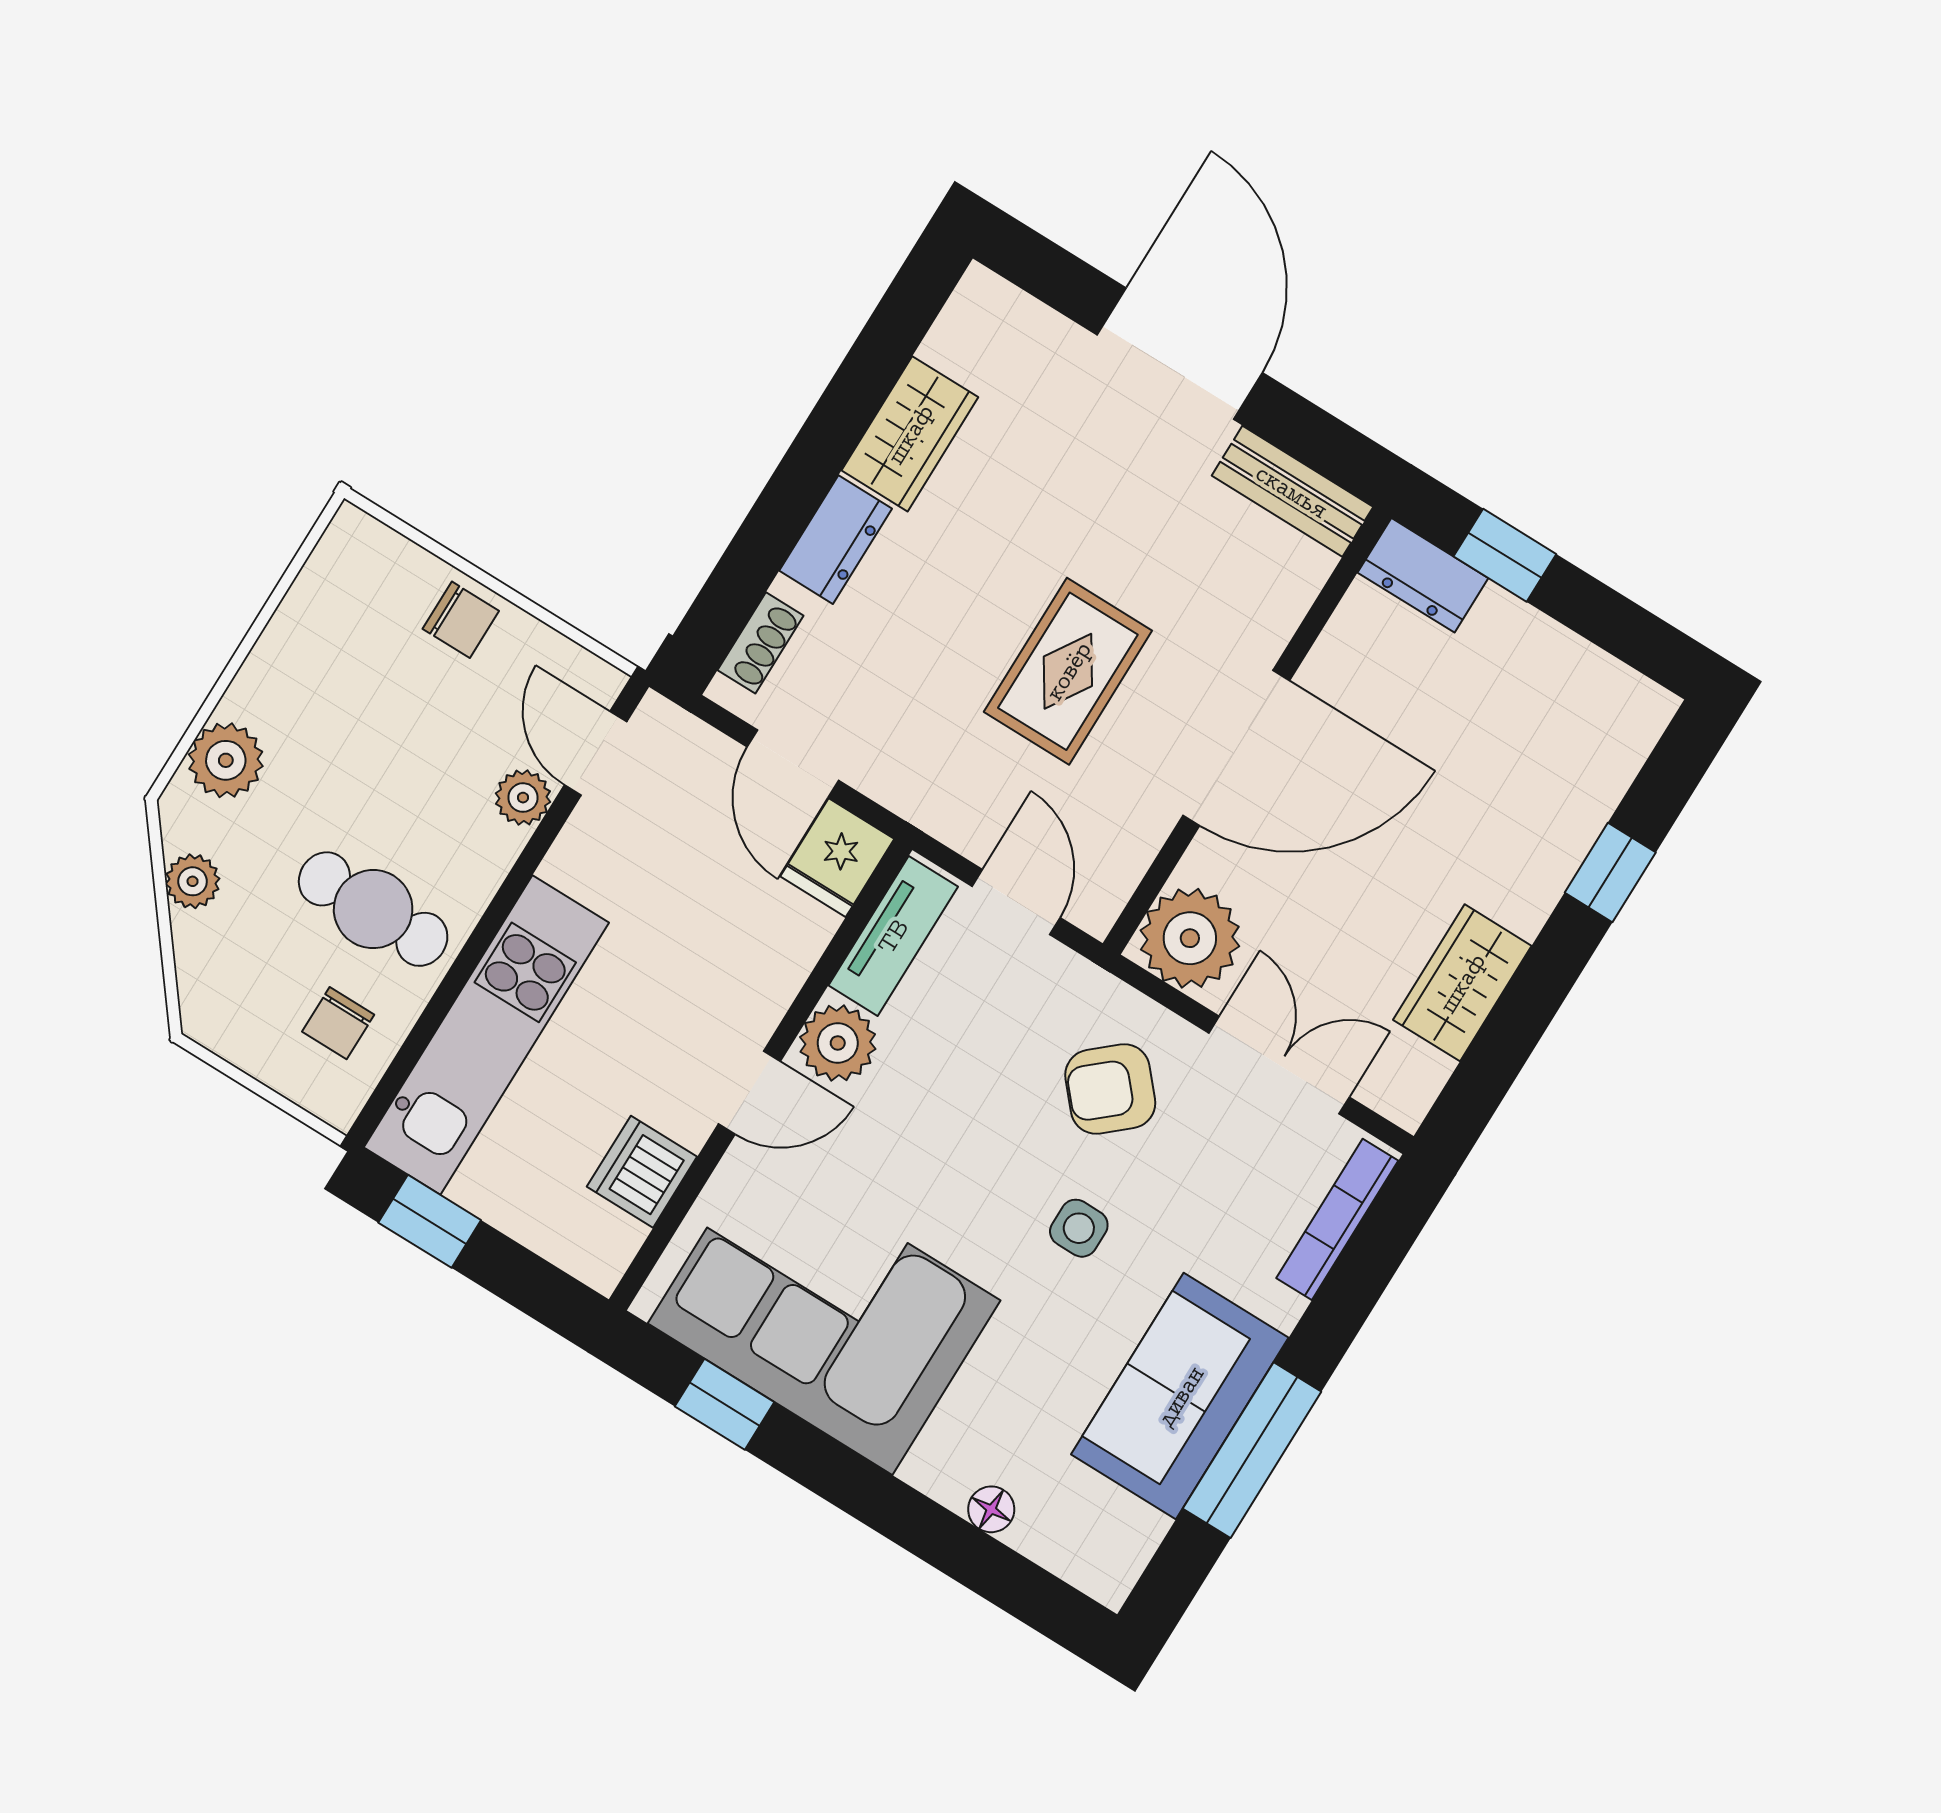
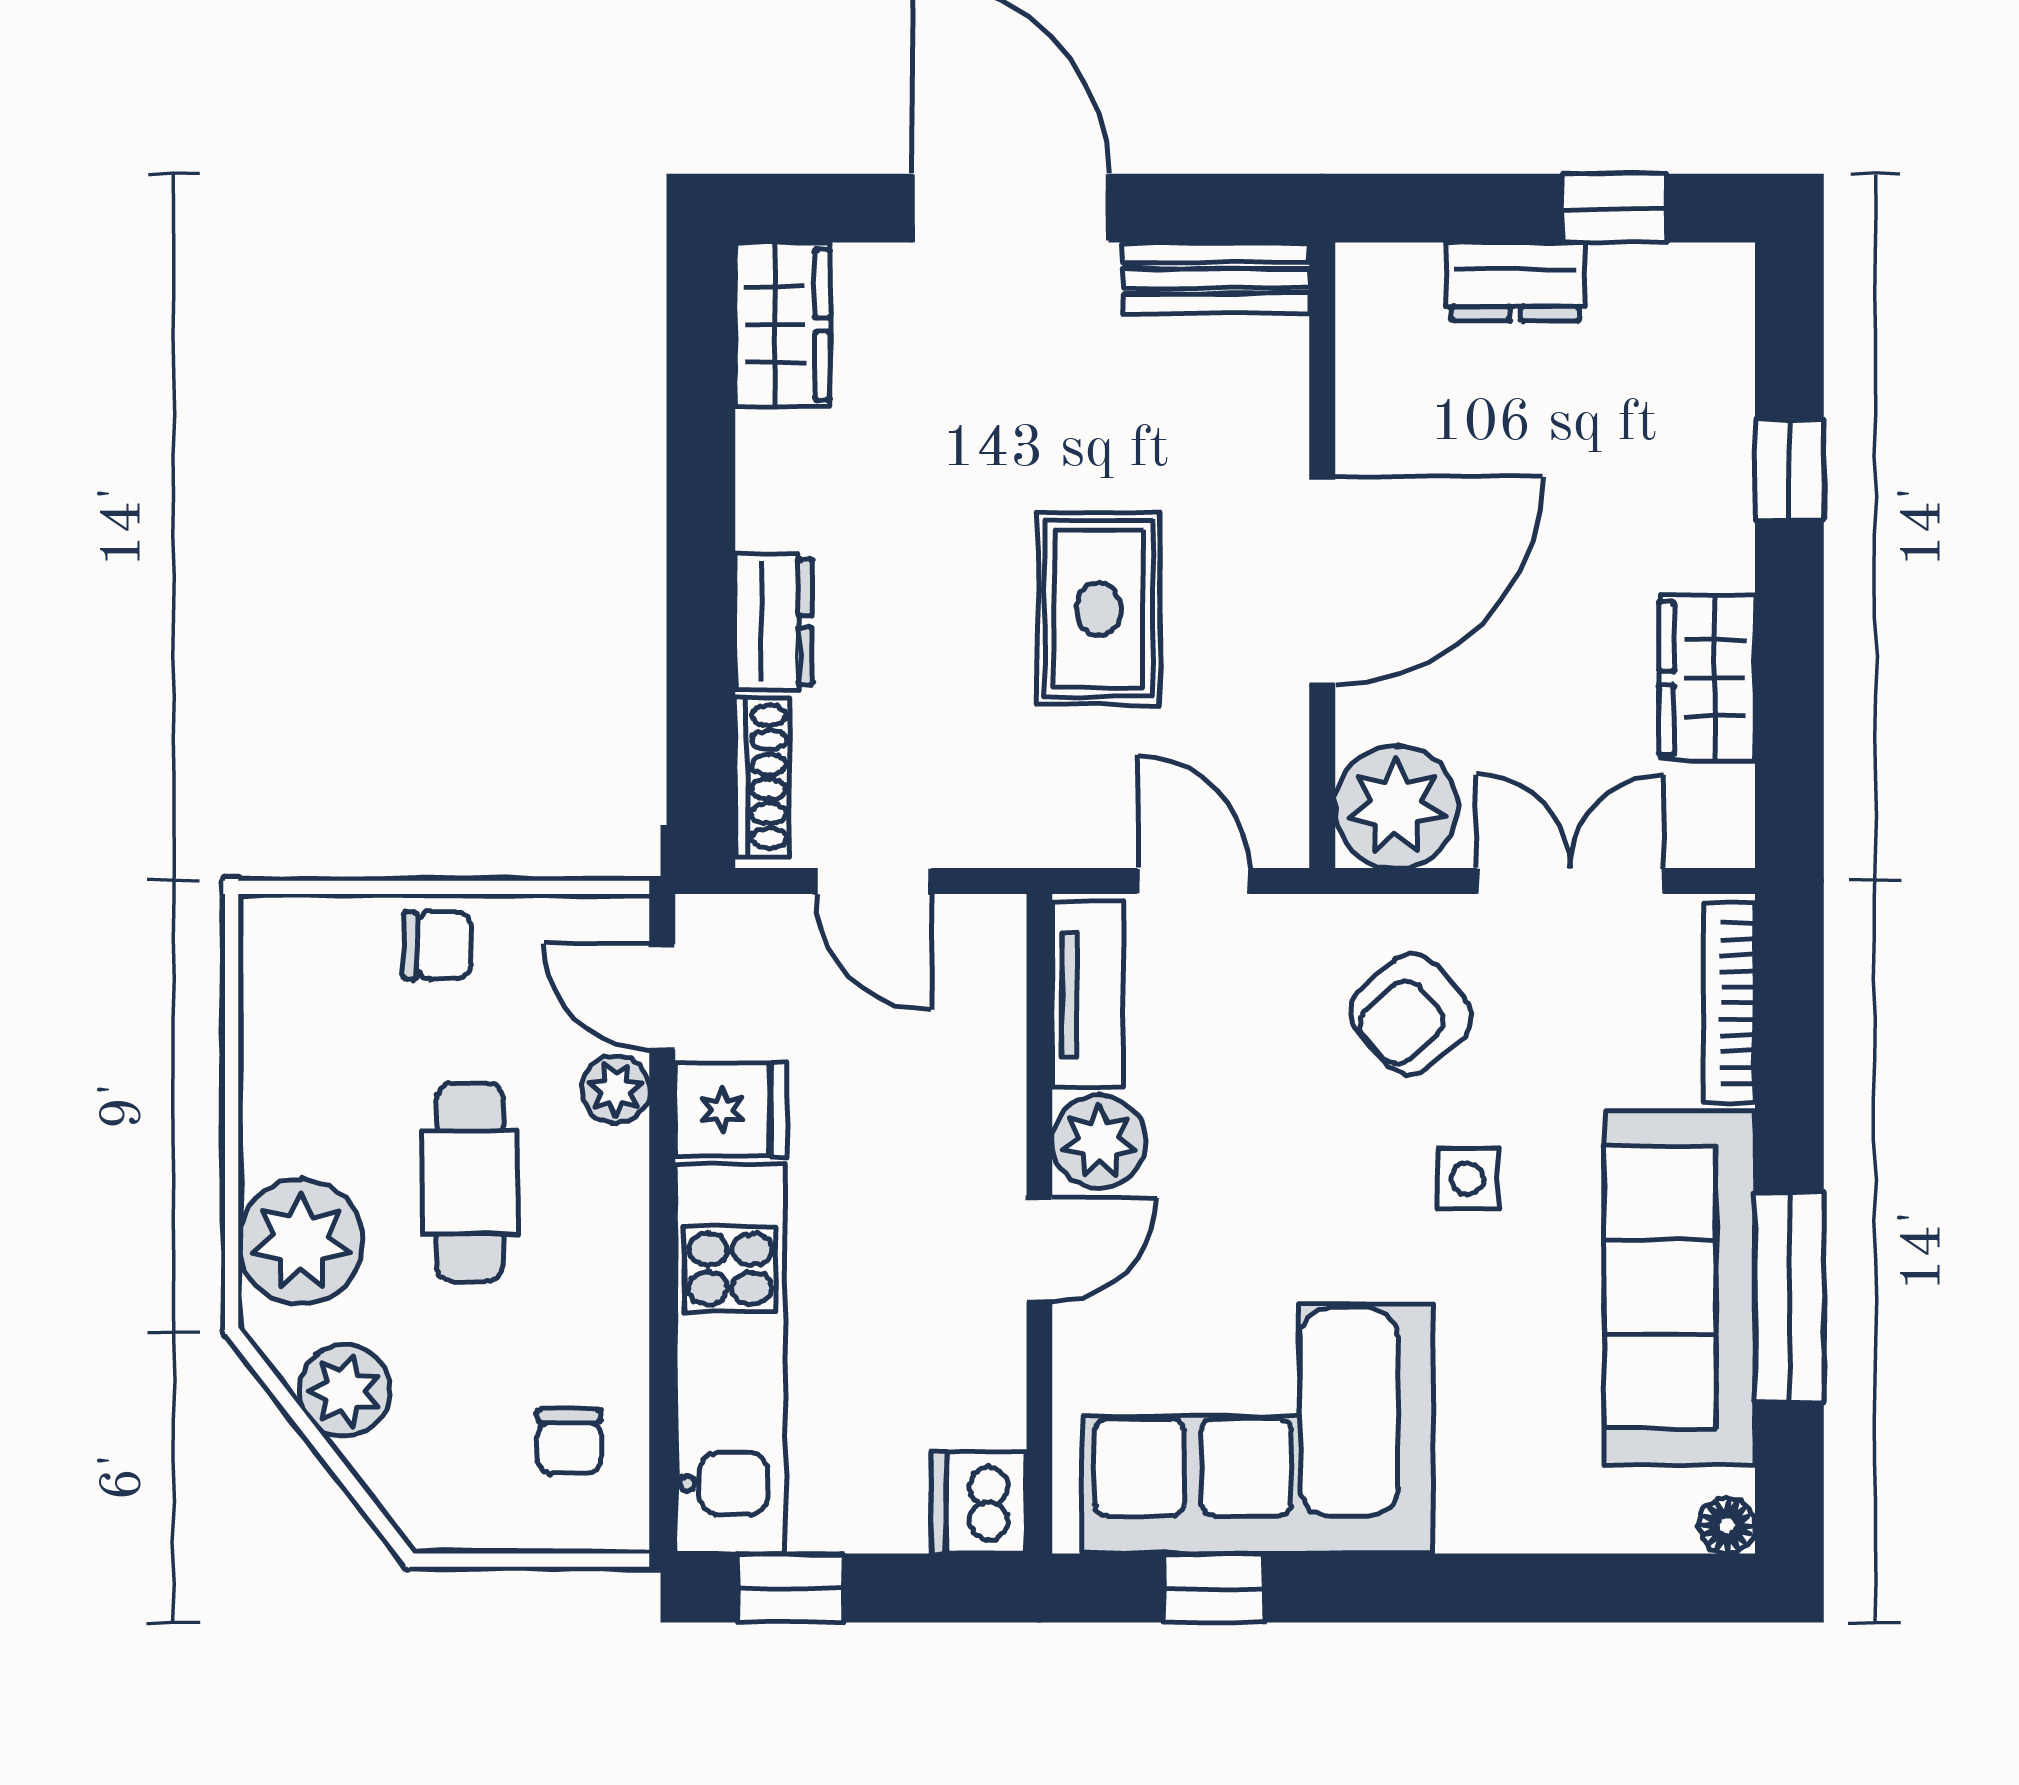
wardrobe: (910, 434) -> (783, 324), moved
window: (1505, 555) -> (1614, 208), moved
dresser: (1423, 575) -> (1515, 282), moved
shoe rack: (761, 643) -> (762, 777), width x1.43
plant: (226, 760) -> (301, 1242), width x1.36, depth x1.36
fridge: (837, 858) -> (731, 1110), moved, turned -90
plant: (193, 881) -> (345, 1390), width x1.38, depth x1.38
cafe table: (373, 909) -> (470, 1182), moved, turned 90
dishwasher: (642, 1172) -> (979, 1503), moved
sofa: (1180, 1396) -> (1680, 1287), width x1.36
floor lamp: (991, 1509) -> (1727, 1526), moved

